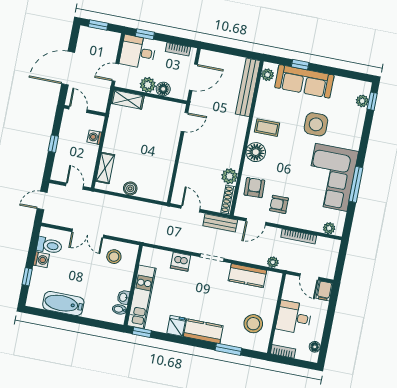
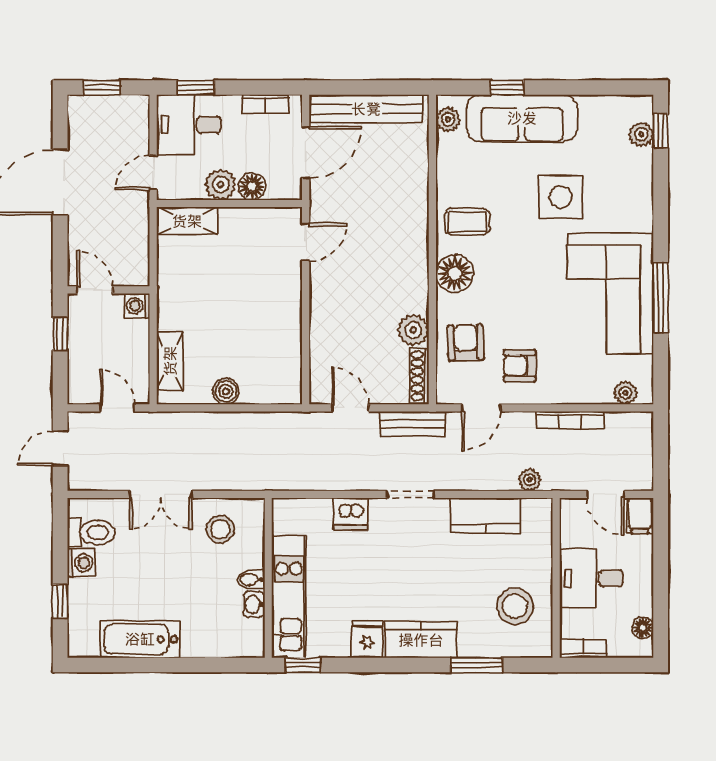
bench: (248, 87) -> (366, 109), moved, turned 90
door: (78, 109) -> (95, 290), moved
wall: (85, 111) -> (108, 290), moved
bidet: (120, 309) -> (251, 580), moved

